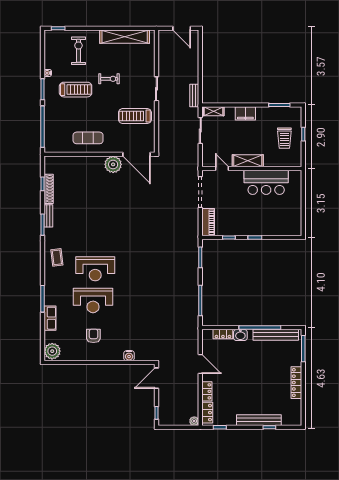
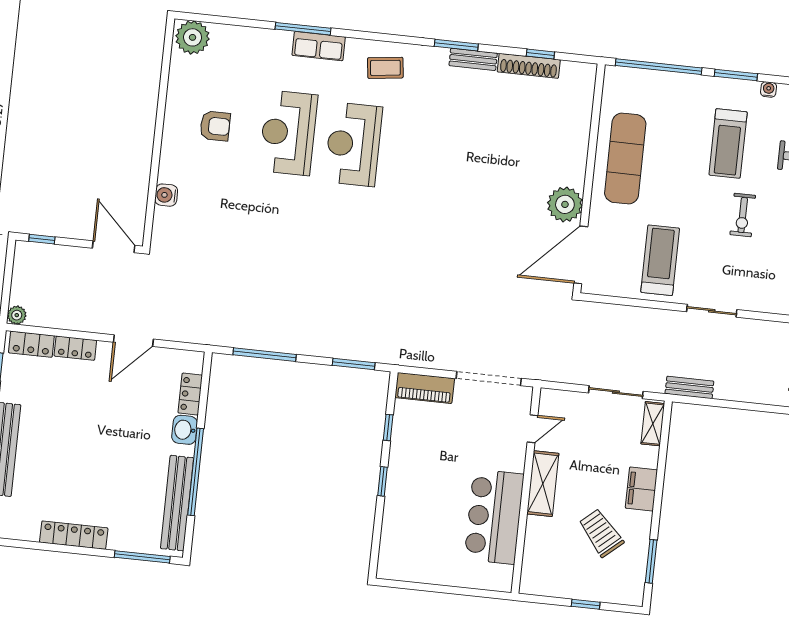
exercise mat: (88, 138) -> (625, 159), width x1.36, depth x1.45
trolley: (284, 138) -> (601, 533), moved, turned 49
row of seats: (50, 318) -> (319, 46), moved

